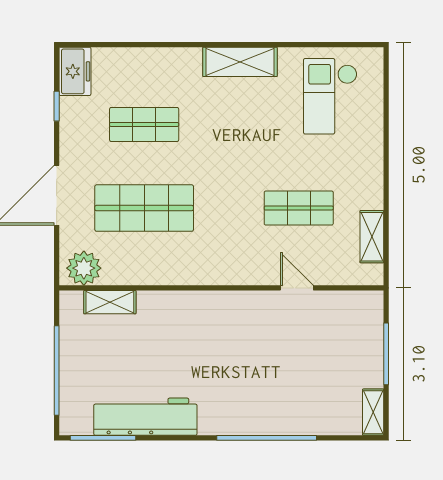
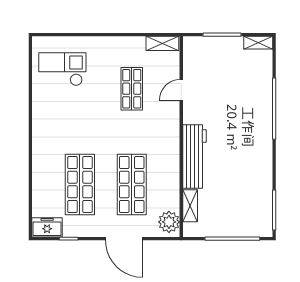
shelving: (240, 62) -> (41, 125), removed
checkout: (330, 96) -> (62, 69), turned 180
shop shelf: (144, 124) -> (80, 184), width x1.43, depth x1.36
shelving: (372, 237) -> (162, 43), moved
workbench: (145, 417) -> (194, 156), moved, turned 180

